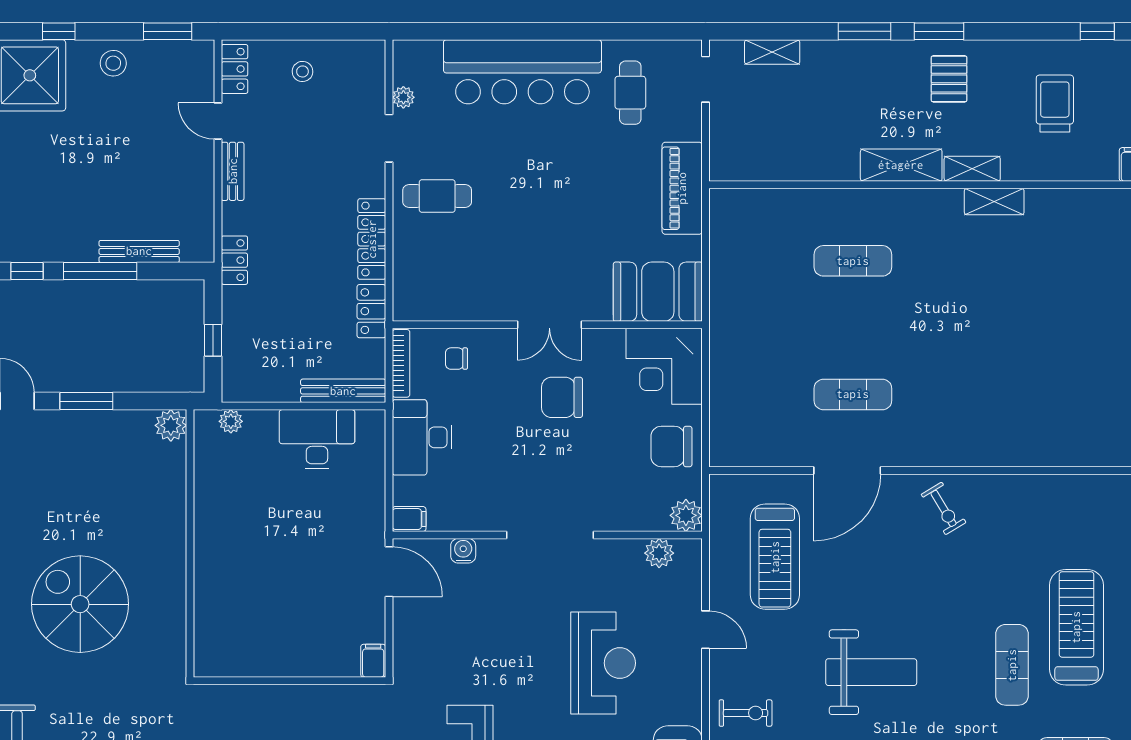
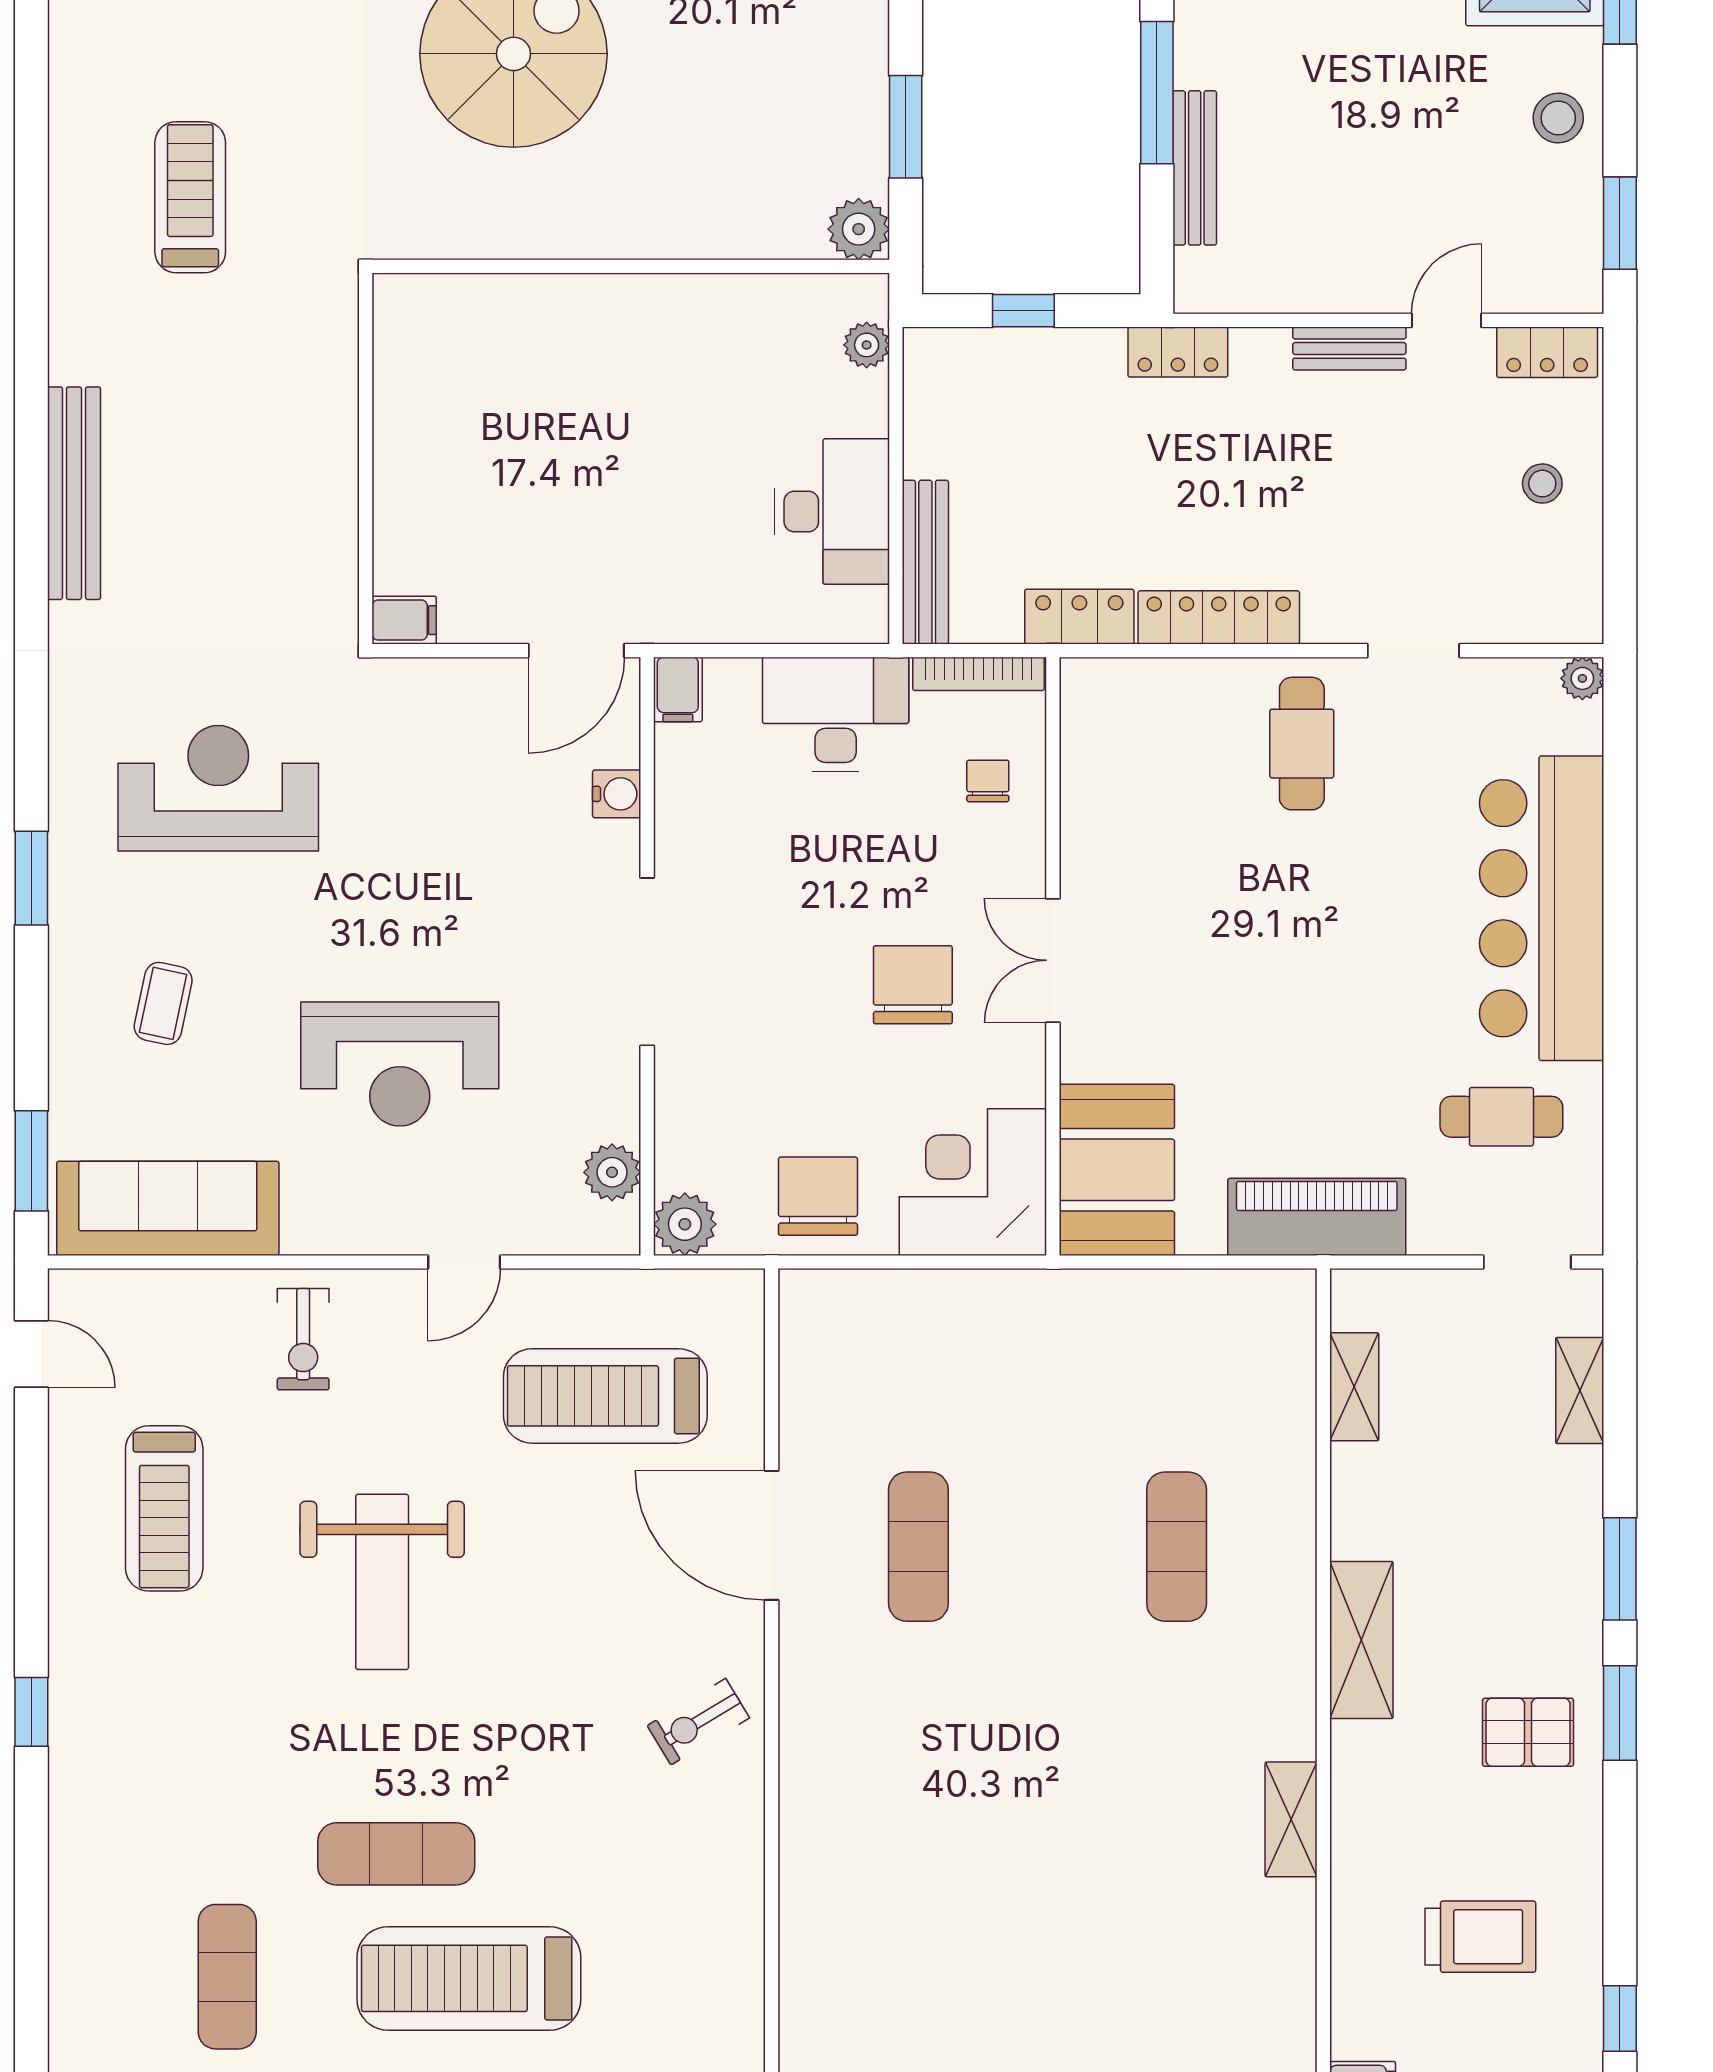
plant: (403, 97) -> (1582, 678), moved
shelving: (972, 169) -> (1354, 1387), moved
window: (86, 401) -> (906, 127), moved
treadmill: (1076, 627) -> (469, 1978), turned 180

